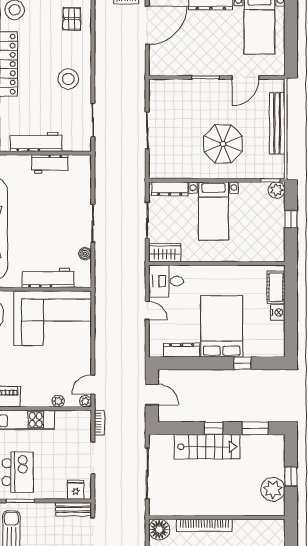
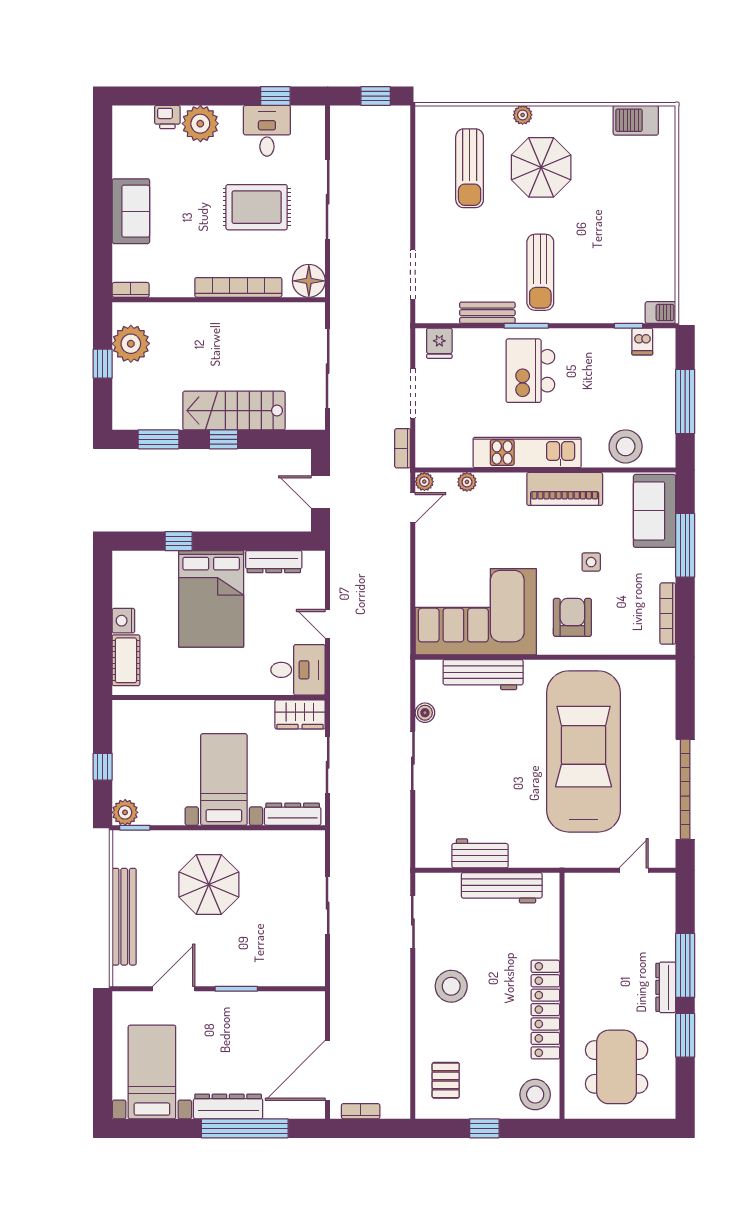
bench: (74, 509) -> (487, 313), moved
bookcase: (273, 524) -> (131, 290), added

